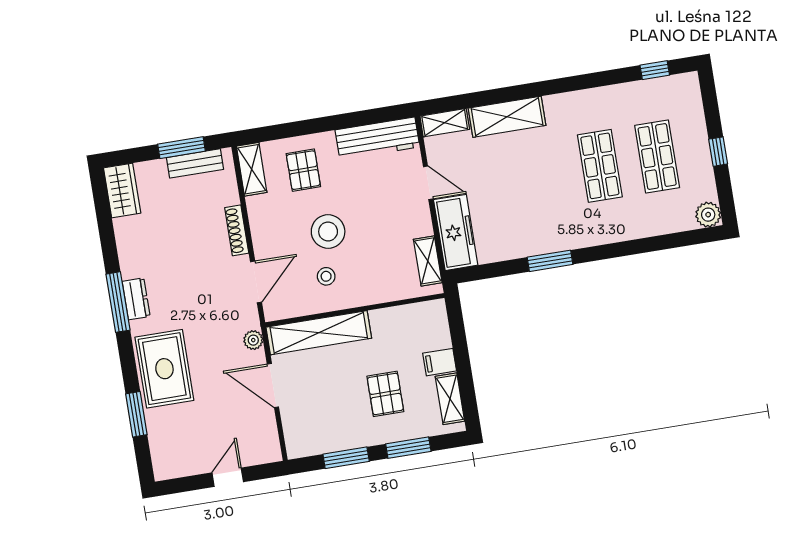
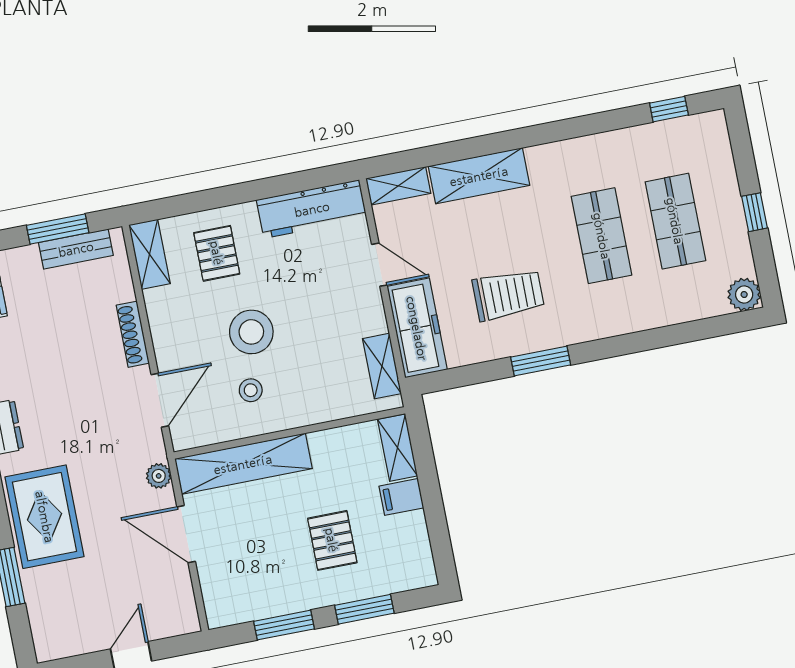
trolley: (527, 209) -> (508, 295), added
shelving: (450, 399) -> (398, 448), moved

